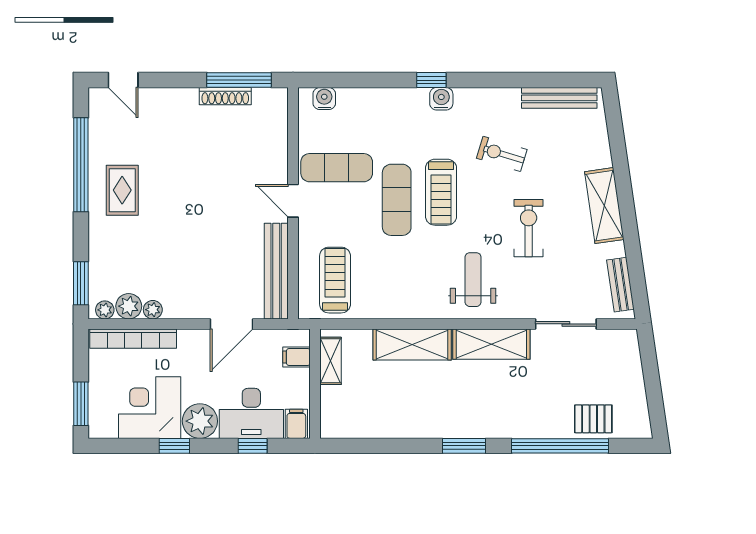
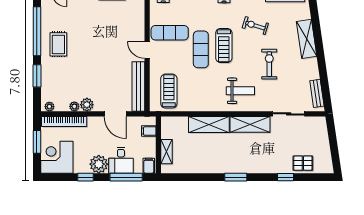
shelving: (604, 206) -> (307, 39), moved
weight bench: (473, 280) -> (240, 91), turned 90
window: (81, 283) -> (37, 76), moved
plant: (129, 306) -> (87, 105), moved
door: (231, 324) -> (115, 114), hinge flipped
shelving: (331, 361) -> (167, 152), moved
window: (81, 404) -> (37, 142), moved
corner desk: (150, 408) -> (57, 157), moved
desk: (251, 413) -> (121, 160), width x0.73
window: (253, 446) -> (126, 177), width x2.17
window: (560, 446) -> (286, 177), width x0.32

